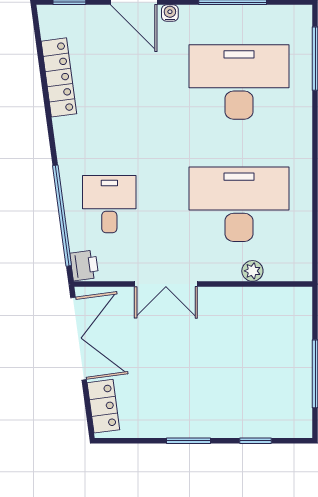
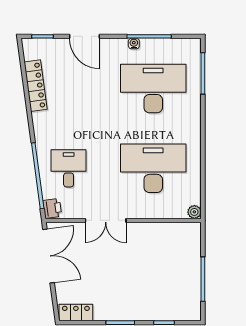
water cooler: (170, 13) -> (134, 44), moved
plant: (252, 271) -> (194, 212), moved
locker: (103, 406) -> (76, 313), moved, turned -82

